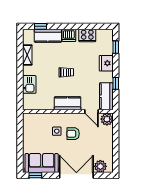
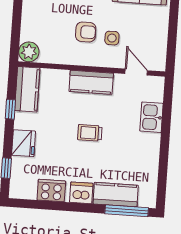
window: (40, 26) -> (127, 211), width x2.17
shelving: (27, 55) -> (151, 166), removed
door: (92, 111) -> (136, 72), moved

